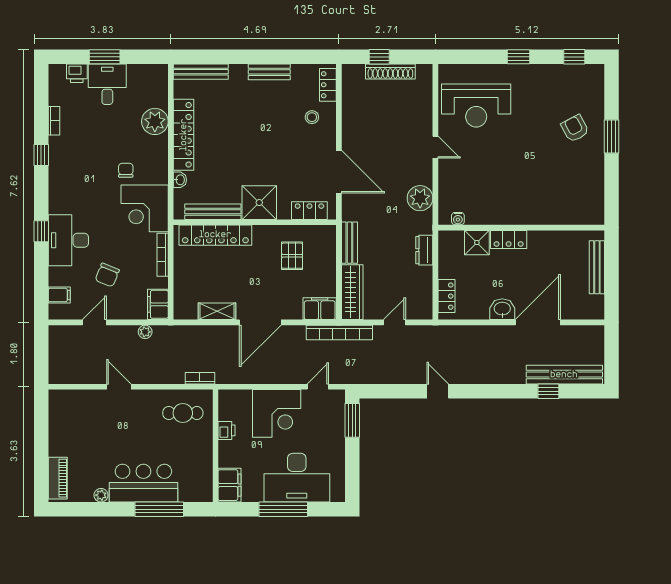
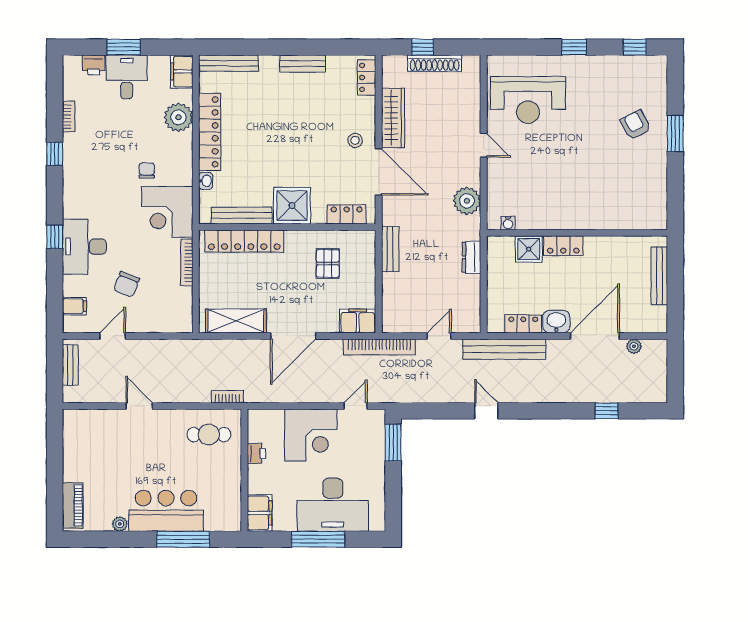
stool: (312, 117) -> (355, 140), moved
wardrobe: (352, 292) -> (393, 118), moved
locker: (446, 296) -> (523, 324), moved, turned -90
filing cabinet: (158, 304) -> (182, 71), moved
shelving: (217, 311) -> (236, 321), width x1.50, depth x1.33
plant: (145, 332) -> (634, 346), moved
bench: (55, 349) -> (70, 365), added
bench: (564, 375) -> (504, 349), moved

